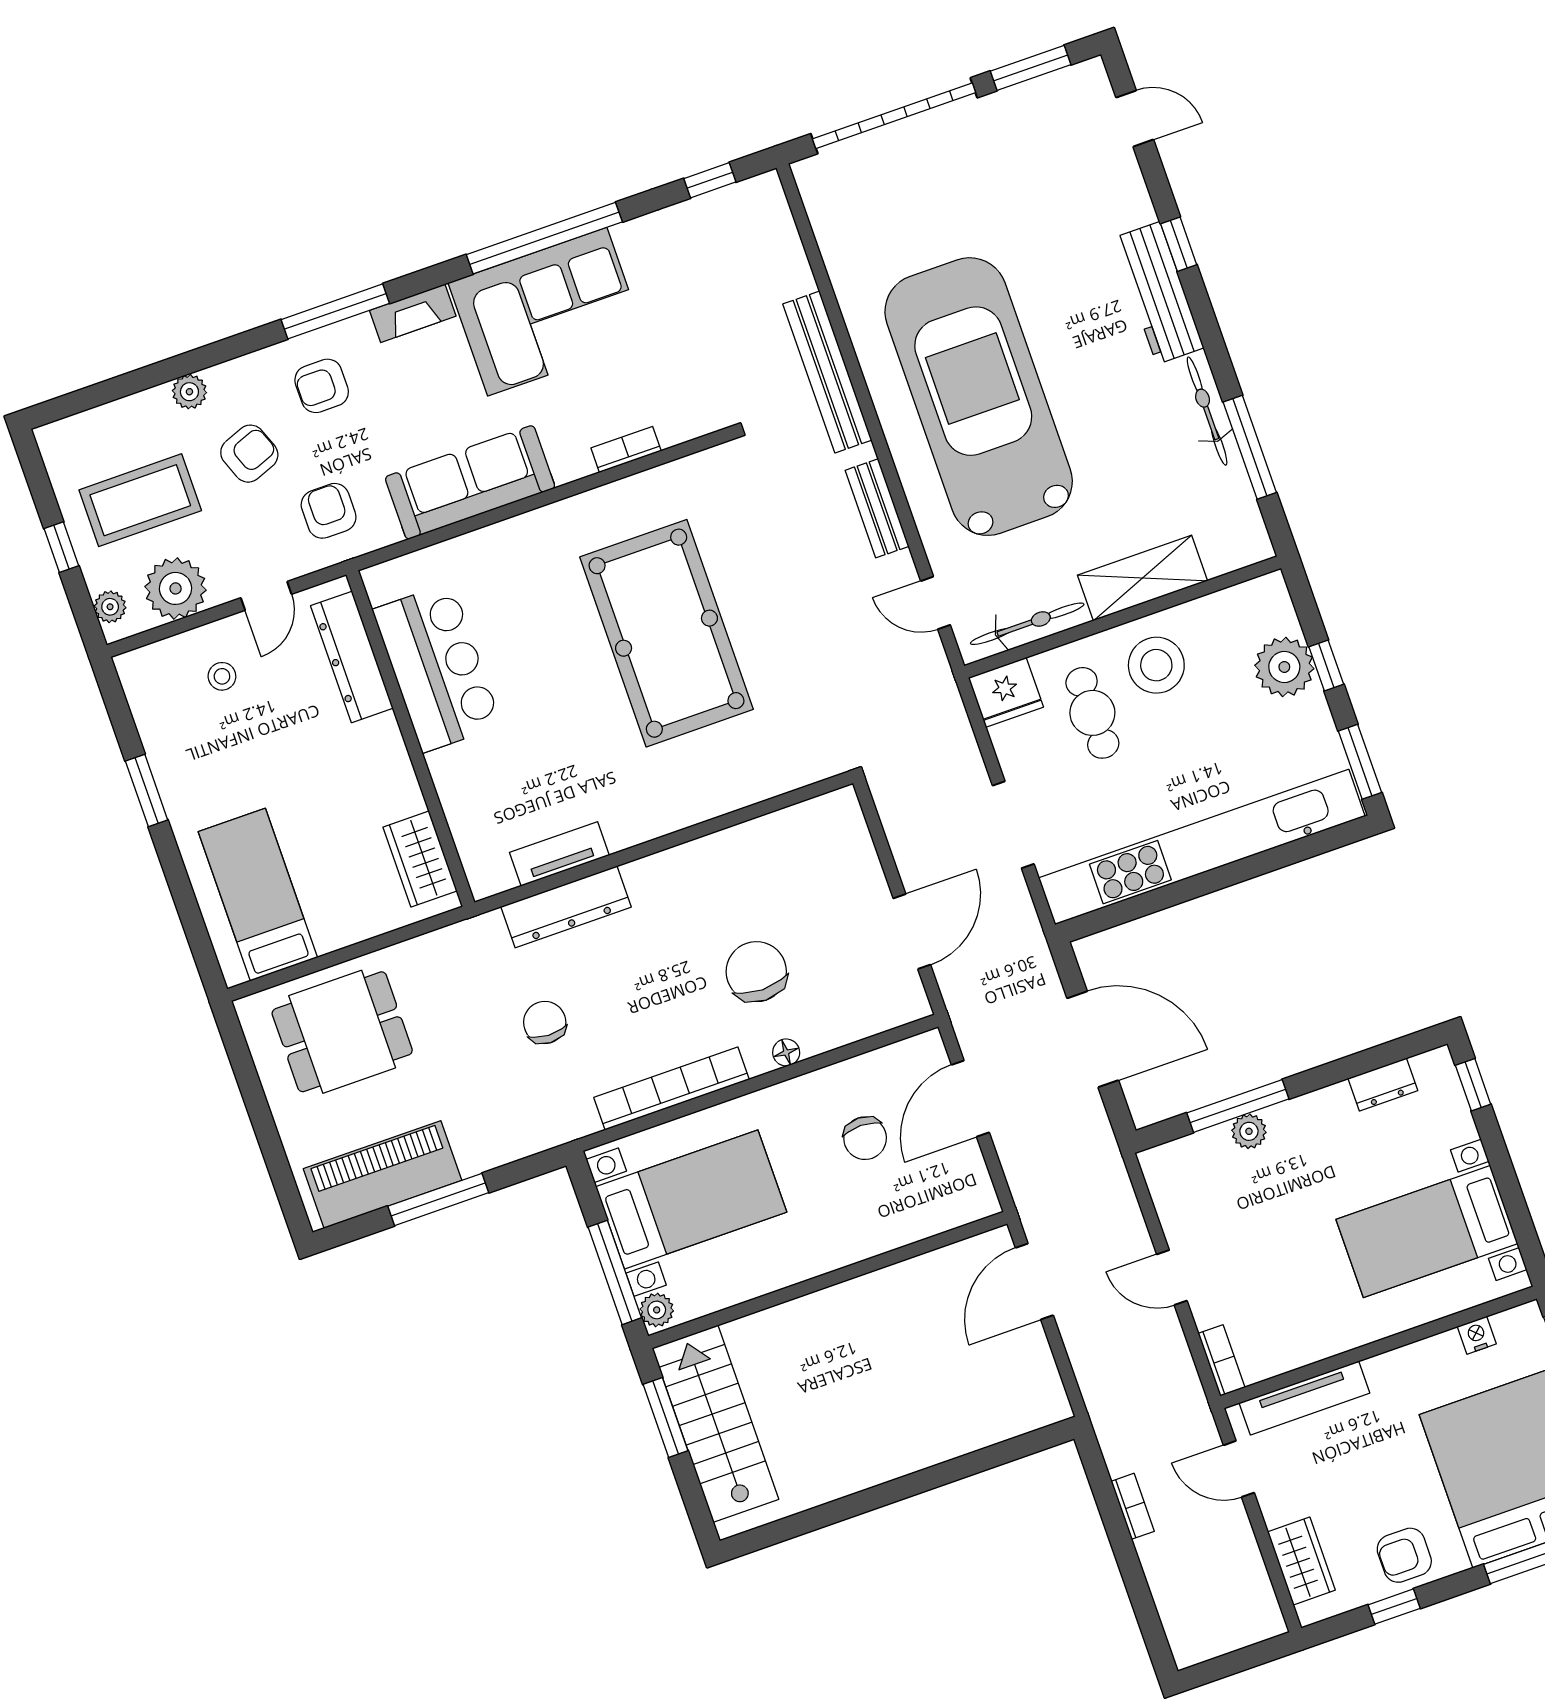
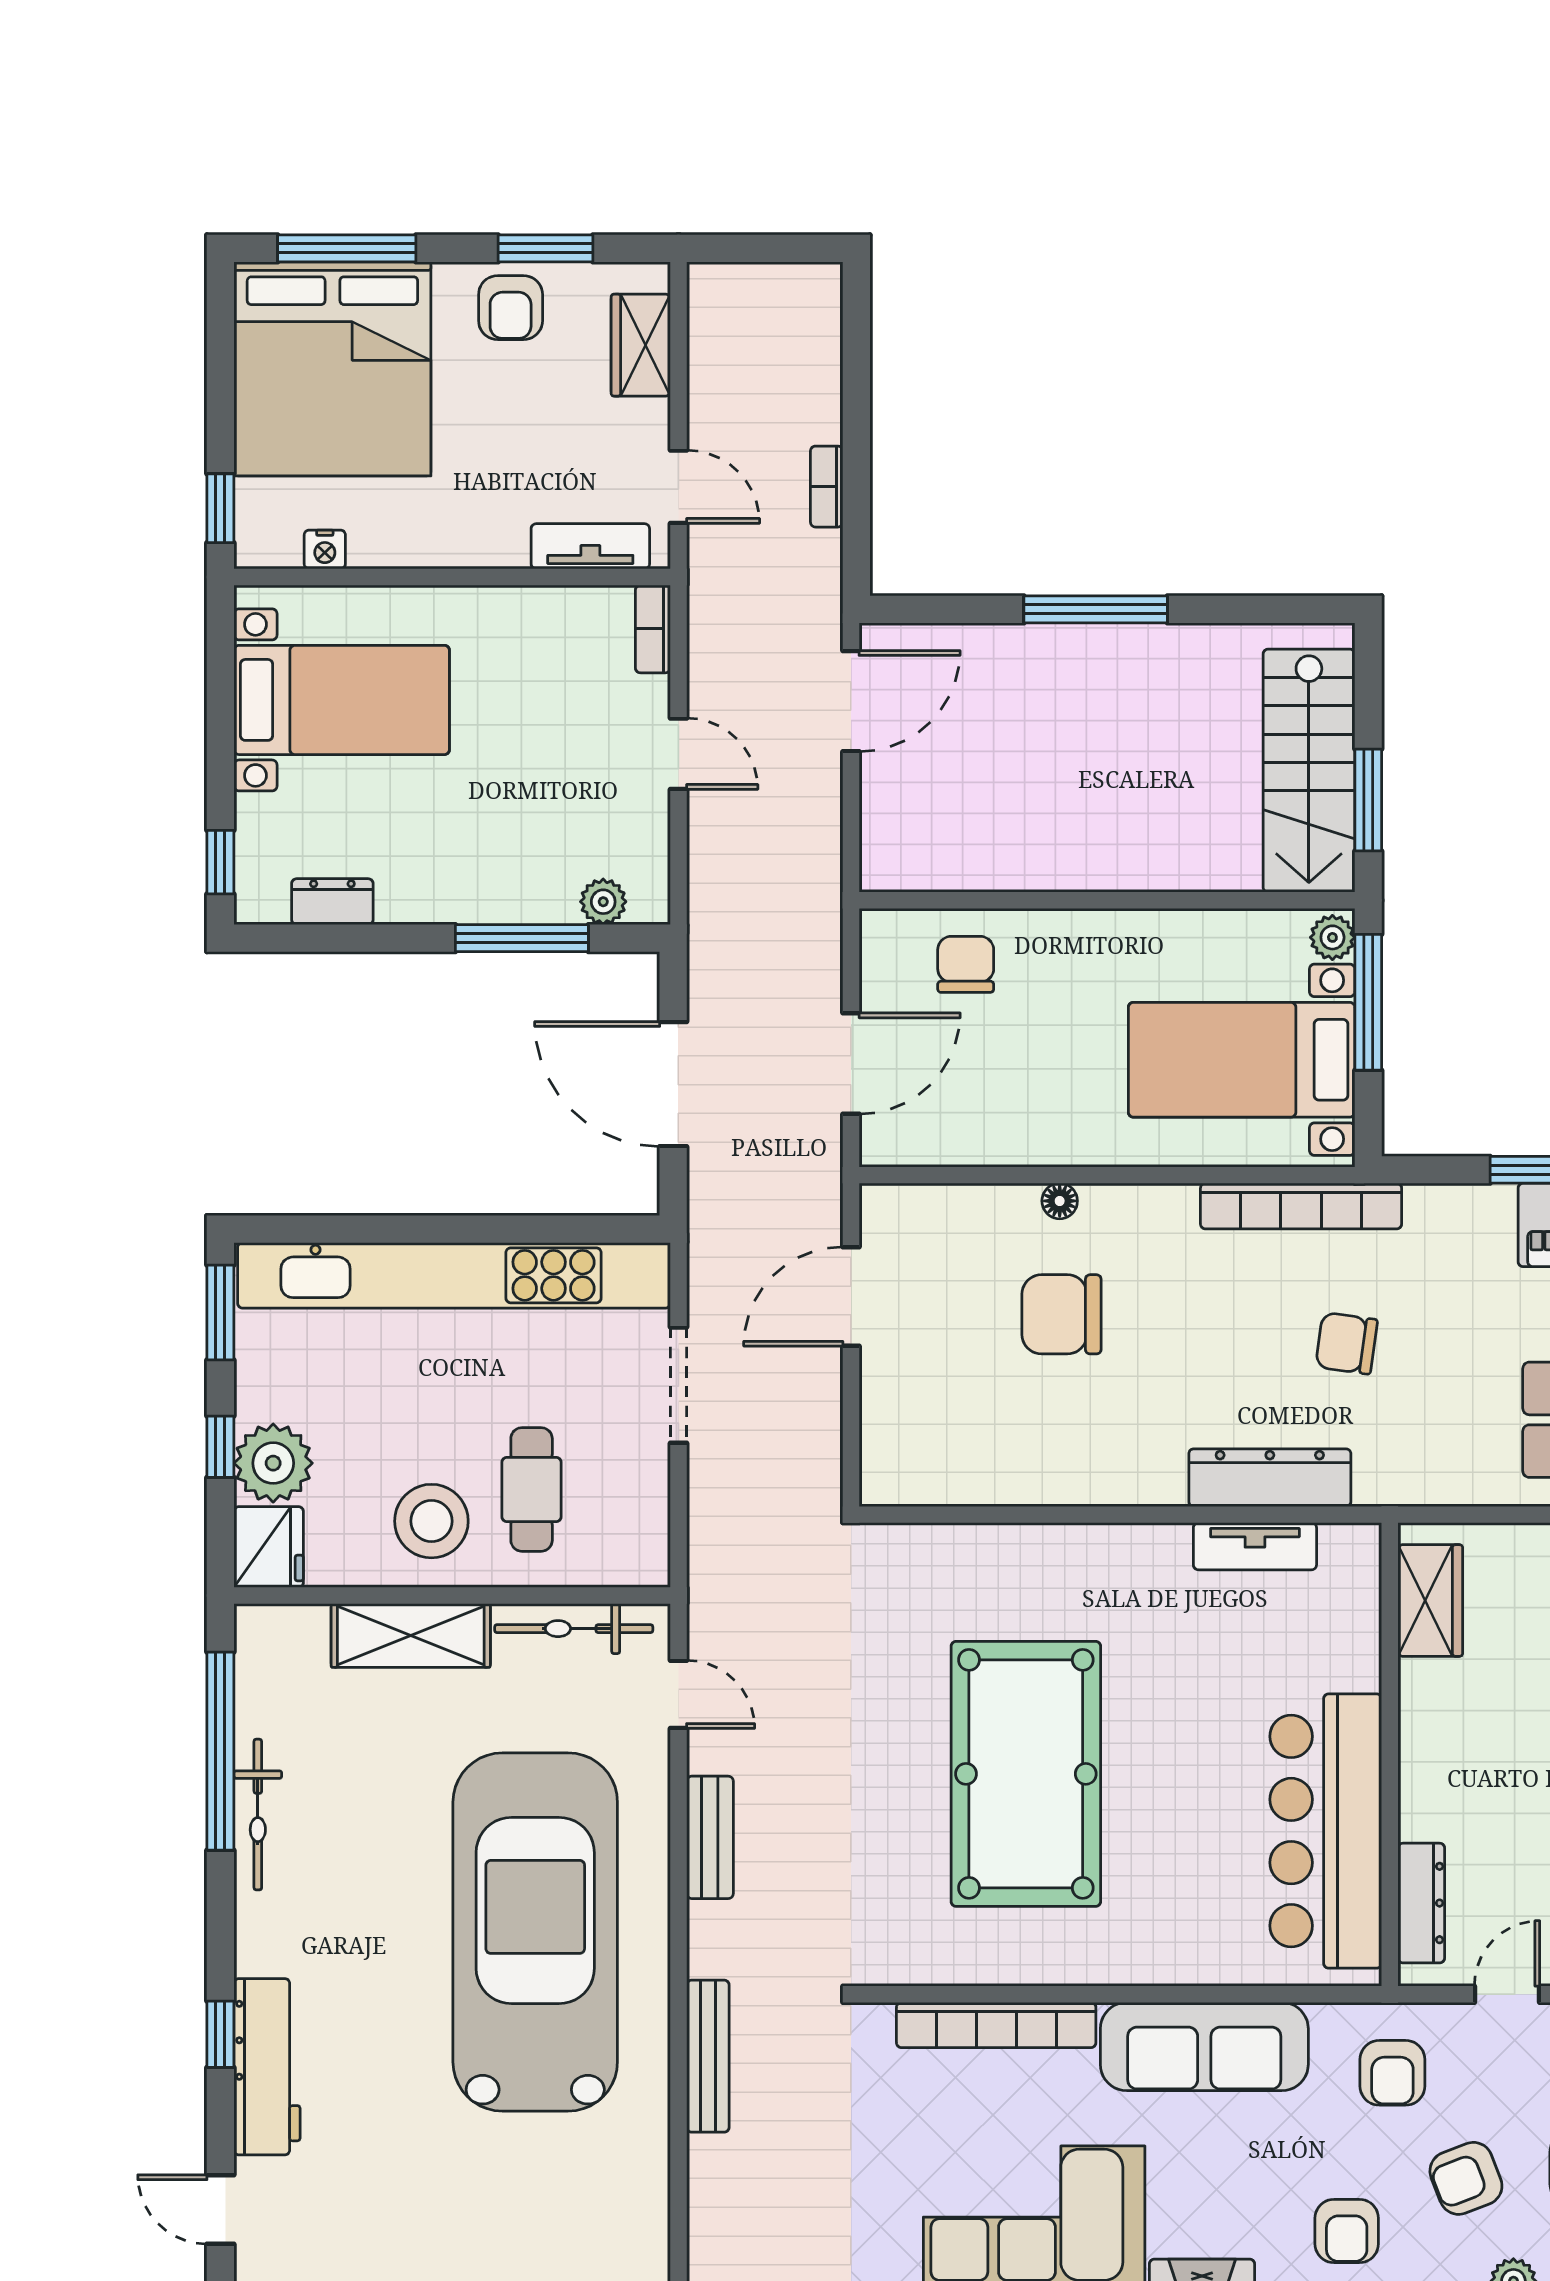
workbench: (1158, 293) -> (267, 2067), moved
bench: (827, 372) -> (708, 2056), width x0.73, depth x0.82
armchair: (322, 386) -> (1347, 2231), turned 90
car: (979, 397) -> (535, 1932), turned 180
window: (1250, 447) -> (220, 1751), width x1.46
bookcase: (626, 449) -> (996, 2025), width x2.31, depth x1.31
dresser: (352, 657) -> (1421, 1903), width x0.73, depth x0.80
bar counter: (437, 667) -> (1326, 1831), width x1.36
fridge: (1006, 692) -> (269, 1547), moved, turned 90
chair: (756, 972) -> (1062, 1314), turned 90
chair: (545, 1022) -> (1347, 1343), turned 96
bookcase: (672, 1089) -> (1301, 1206), moved
plant: (1249, 1131) -> (603, 902), moved
chair: (865, 1138) -> (966, 964), moved
door: (1034, 1281) -> (851, 701), moved
tv unit: (1304, 1398) -> (590, 546), width x0.71
window: (909, 1486) -> (1096, 609), added
armchair: (1404, 1555) -> (511, 308), turned 90
window: (1394, 1607) -> (546, 248), width x1.50

